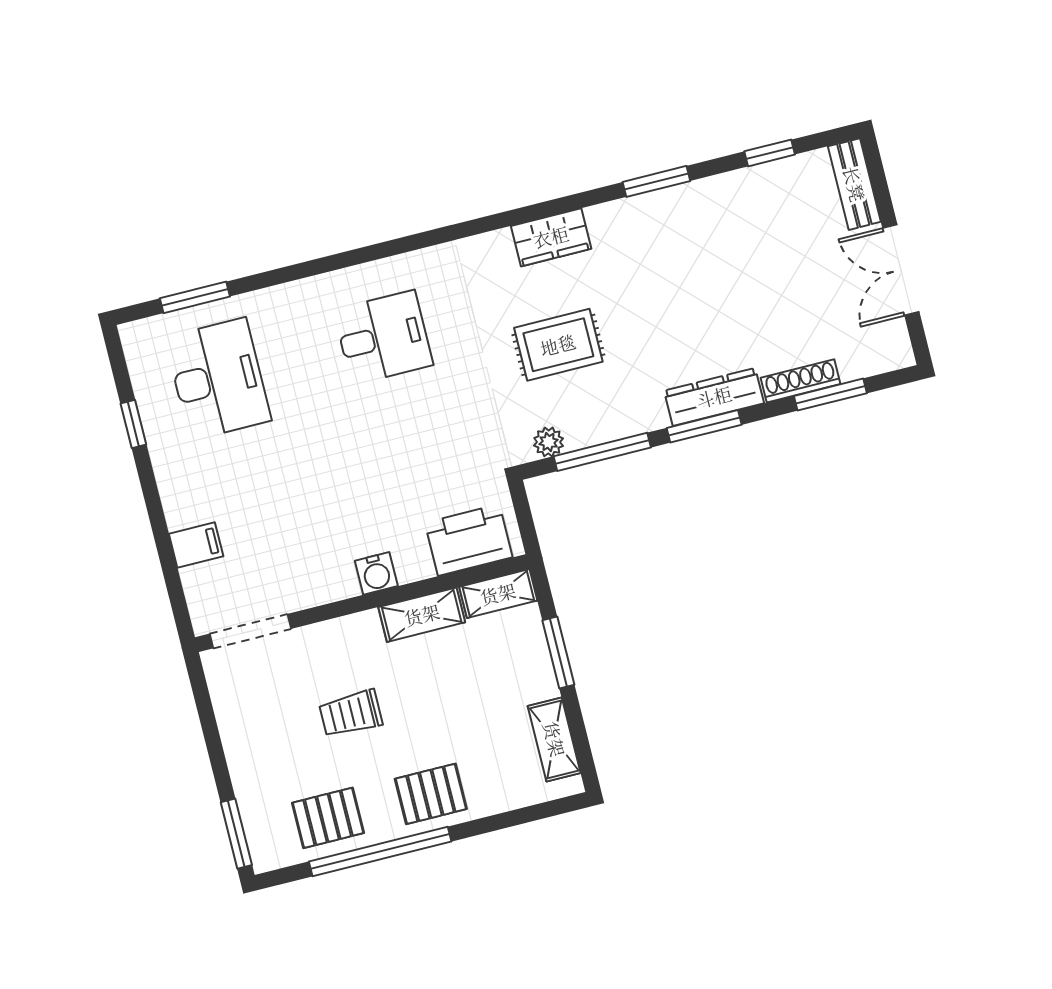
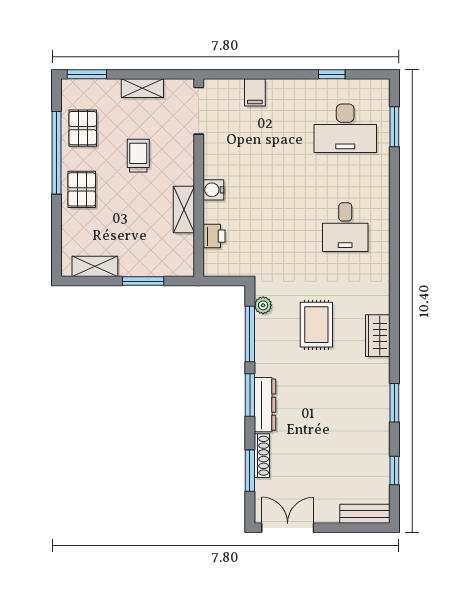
double door: (901, 270) -> (288, 528), moved
printer: (469, 540) -> (214, 236), width x0.53, depth x0.68
shelving: (498, 594) -> (142, 88), moved, turned 90

